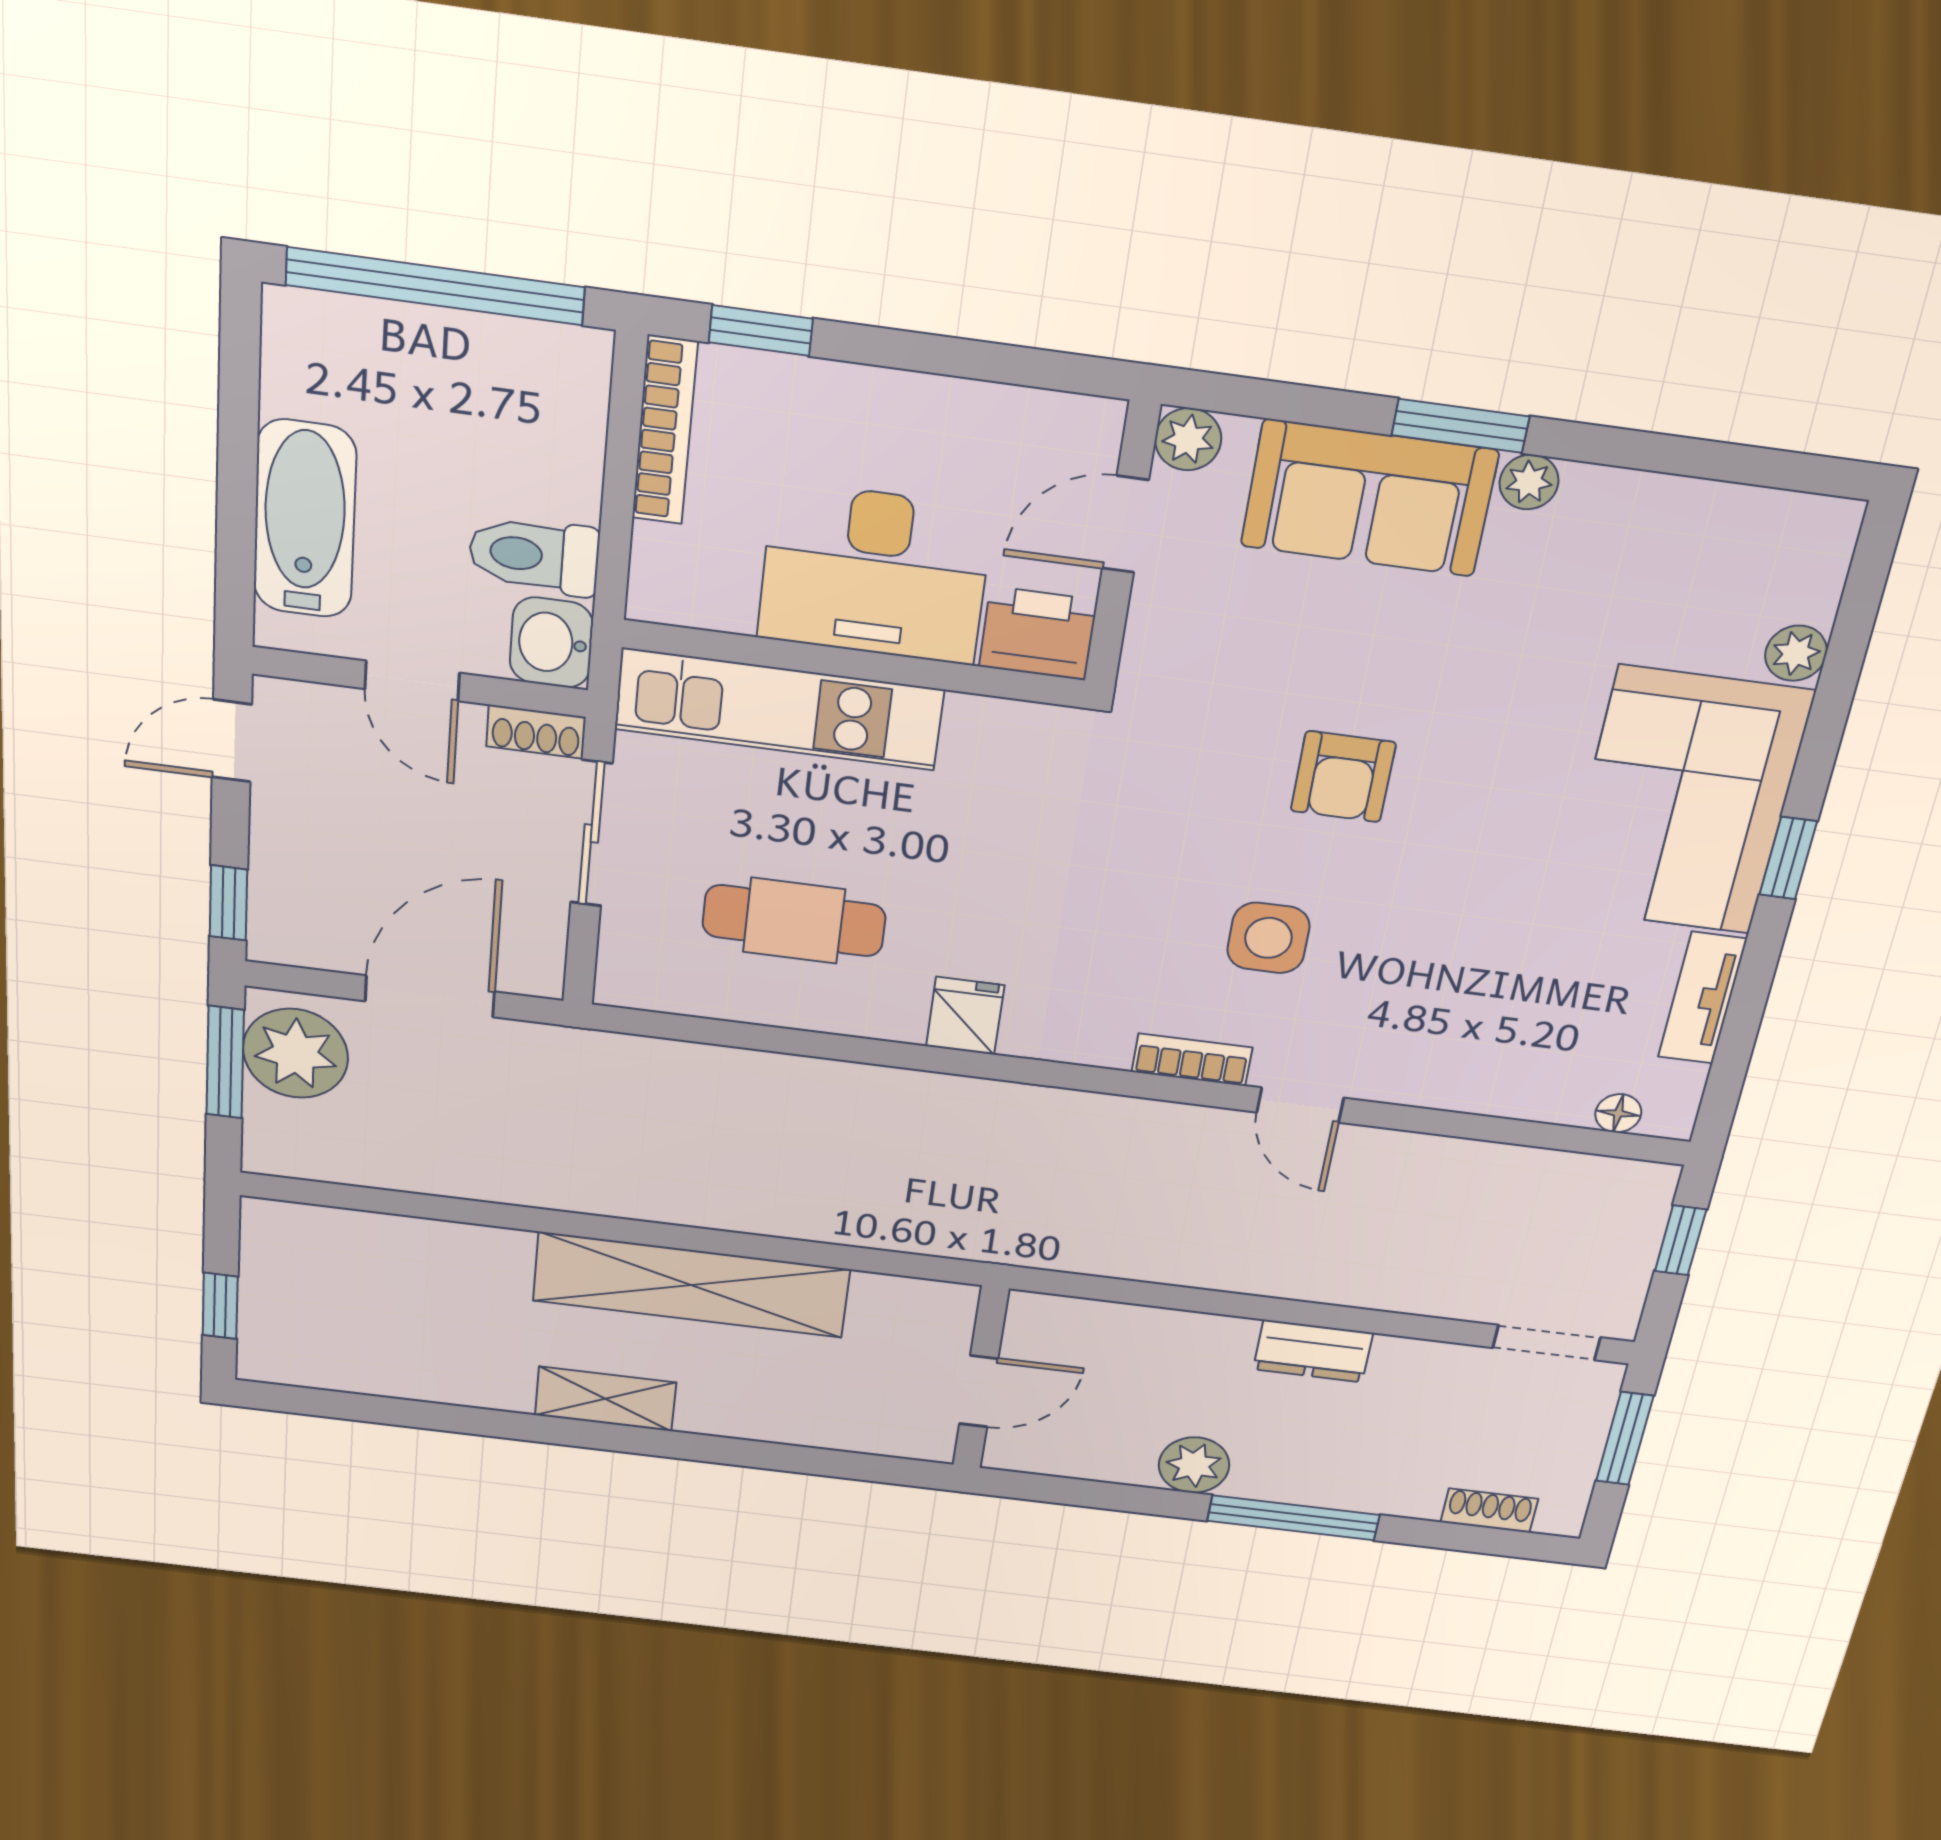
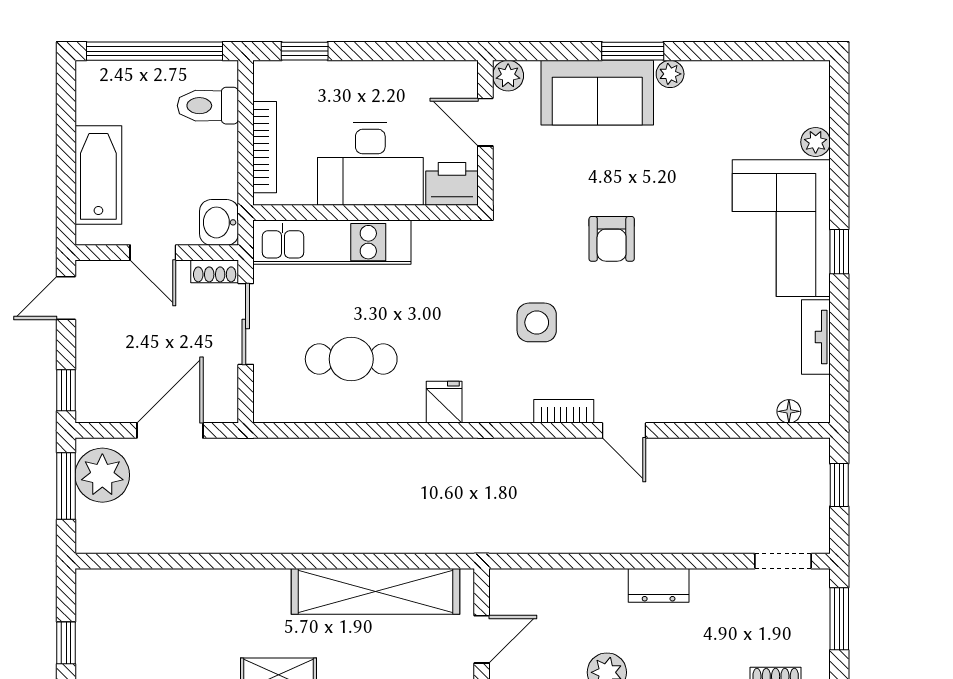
bookcase: (665, 430) -> (265, 147), moved
door: (1125, 524) -> (485, 122), hinge flipped
toilet: (534, 555) -> (208, 106), moved
side table: (1268, 938) -> (537, 322), moved
shelving: (691, 1285) -> (375, 591), moved

